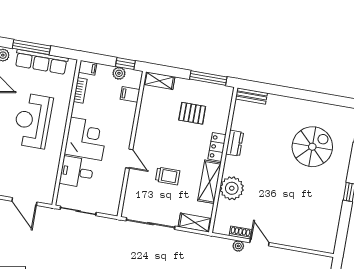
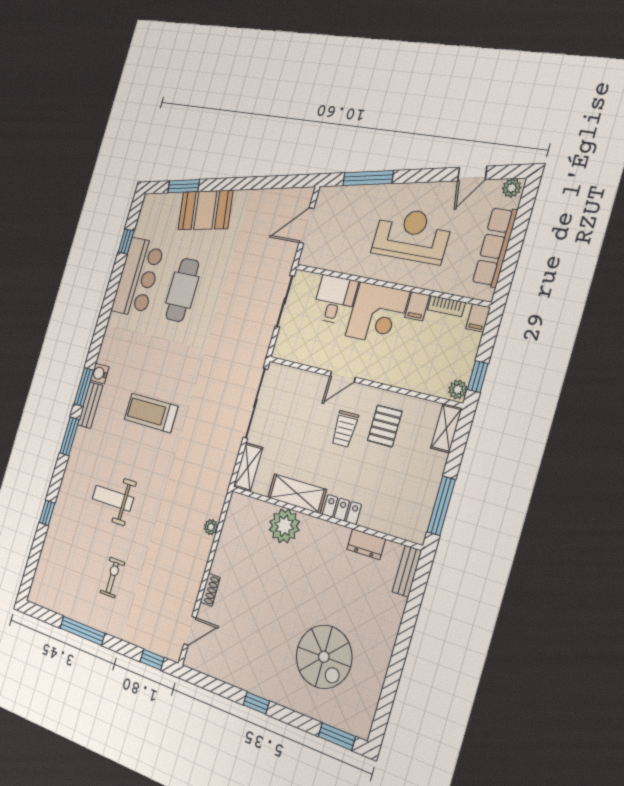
window: (31, 47) -> (519, 231), removed
plant: (119, 73) -> (458, 389), moved
filing cabinet: (130, 94) -> (417, 306), moved, turned 180
pallet: (192, 113) -> (385, 426), moved
dresser: (235, 143) -> (366, 544), moved
trolley: (168, 176) -> (345, 429), moved
shoe rack: (240, 233) -> (210, 590), moved
door: (260, 243) -> (190, 631), moved

